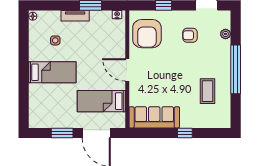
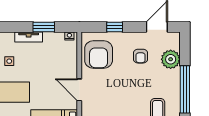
plant: (225, 34) -> (171, 59), width x1.88, depth x1.88
armchair: (190, 35) -> (140, 56), turned -90

